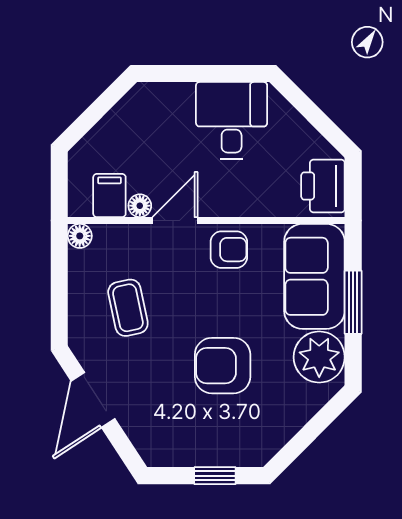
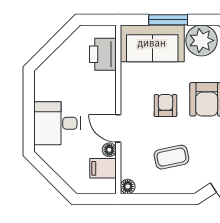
desk: (232, 120) -> (57, 123), moved
printer: (323, 186) -> (103, 54), moved, turned 90
armchair: (229, 250) -> (165, 106), moved

